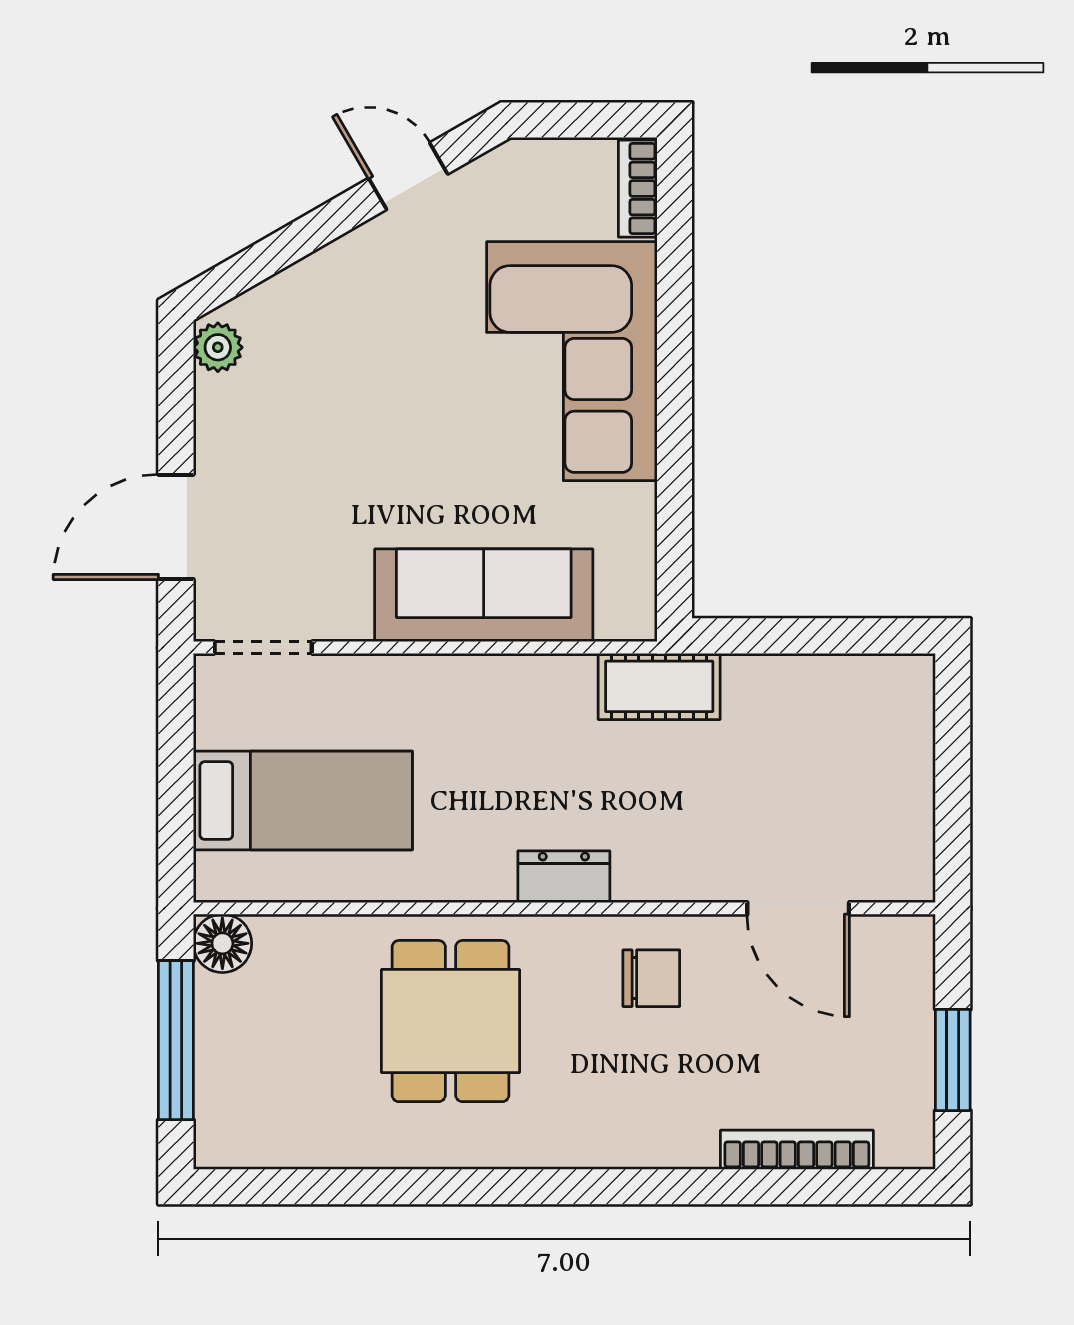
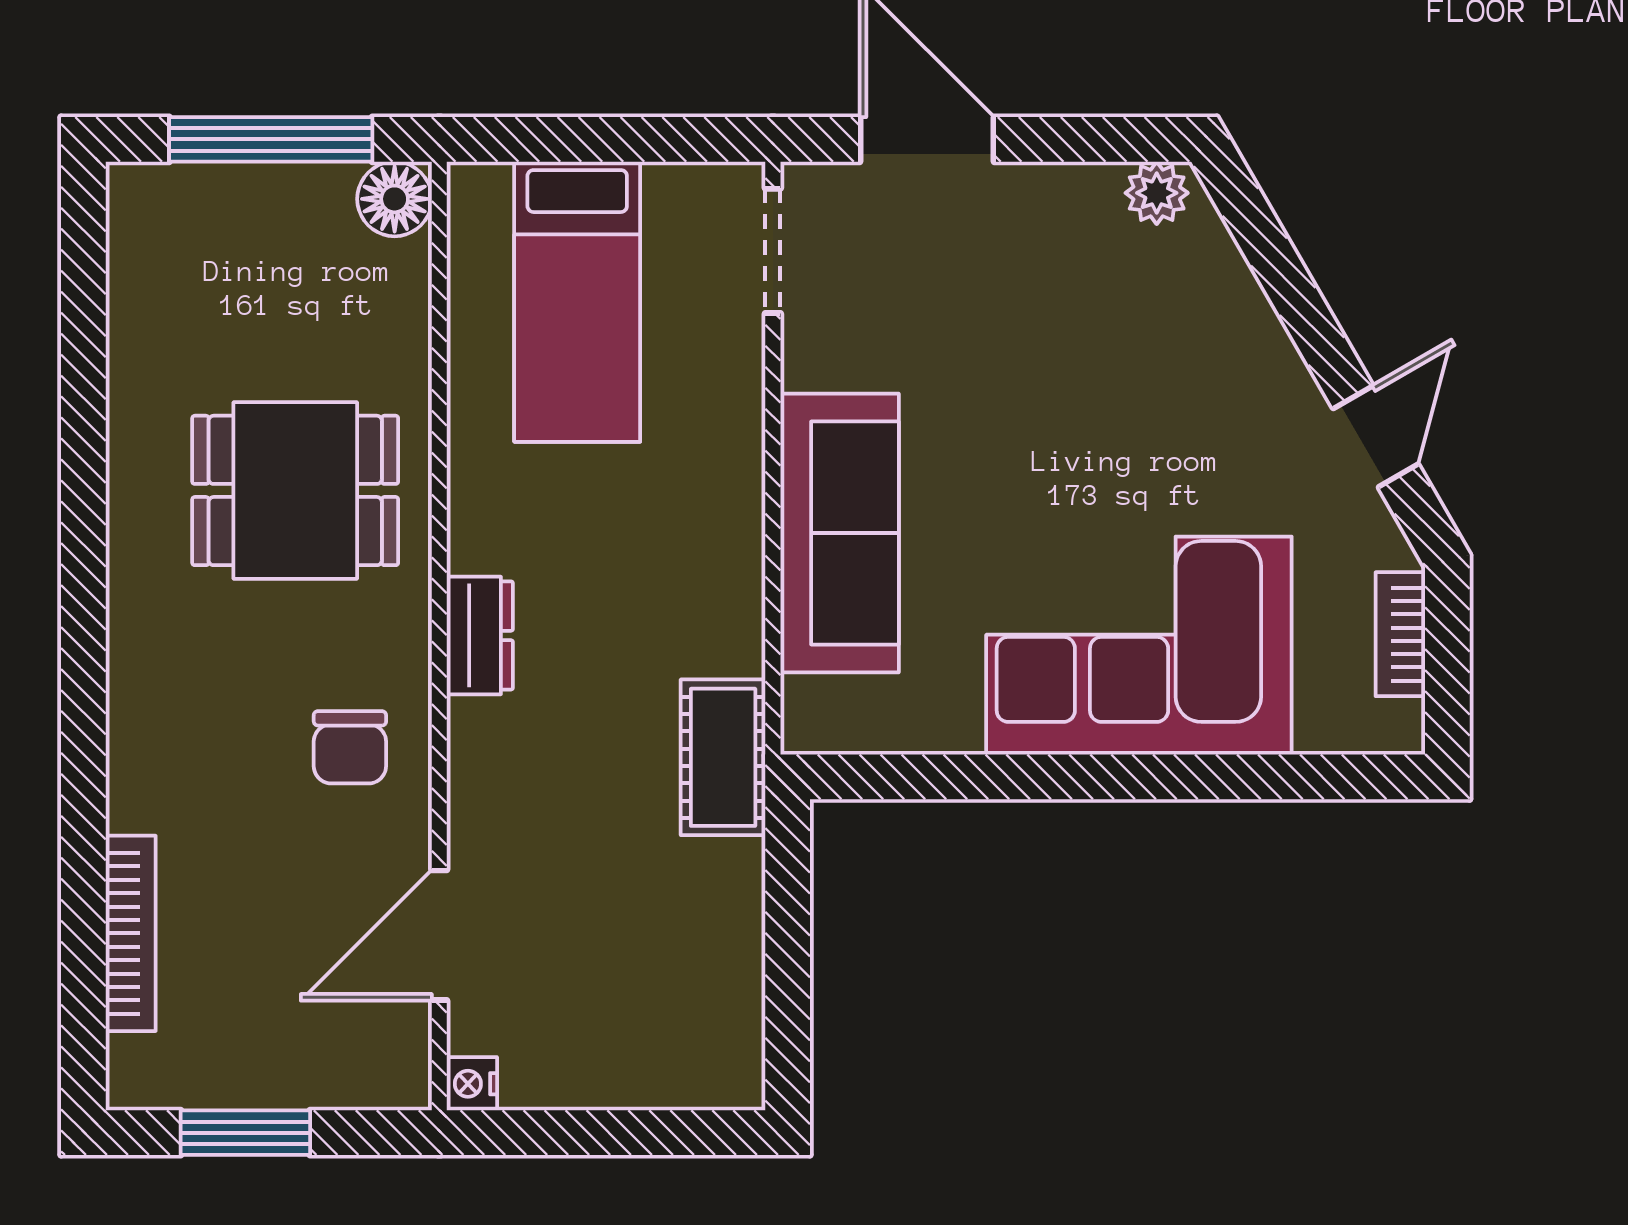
bookcase: (638, 189) -> (1400, 634), moved, turned -90
nightstand: (914, 883) -> (472, 1084), added

